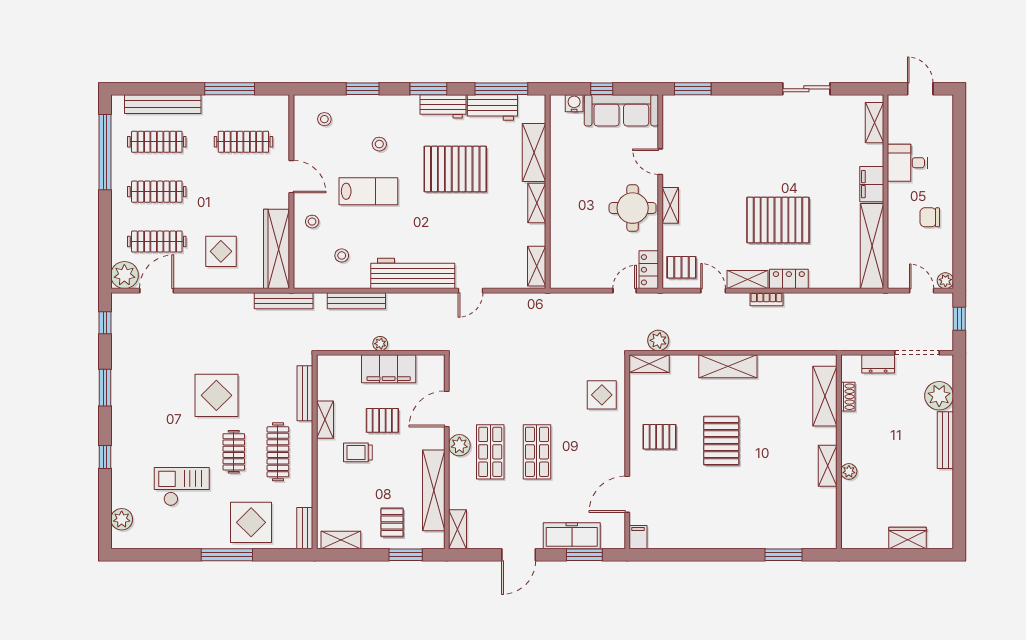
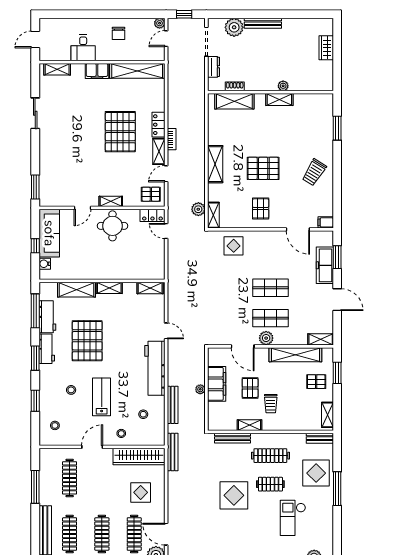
pallet: (681, 267) -> (151, 194), turned 90
trolley: (715, 519) -> (314, 172), added

